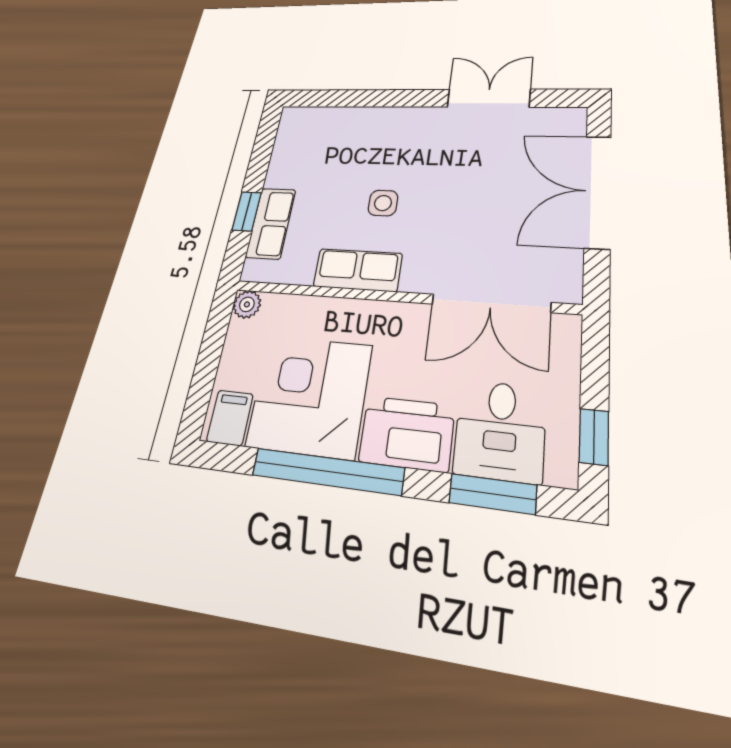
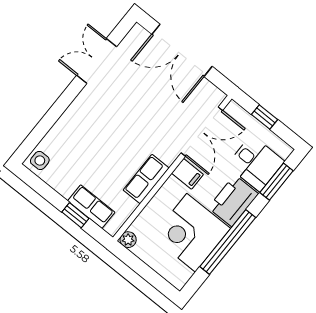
side table: (383, 203) -> (40, 160), moved
filing cabinet: (230, 418) -> (187, 174), moved, turned 180
window: (594, 437) -> (264, 117), moved

